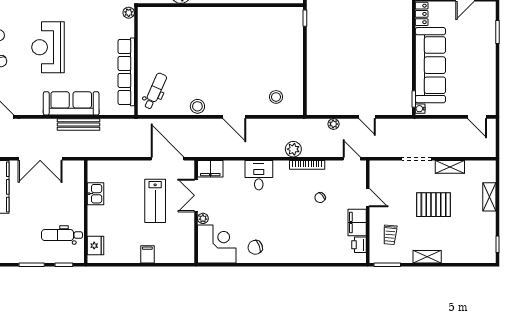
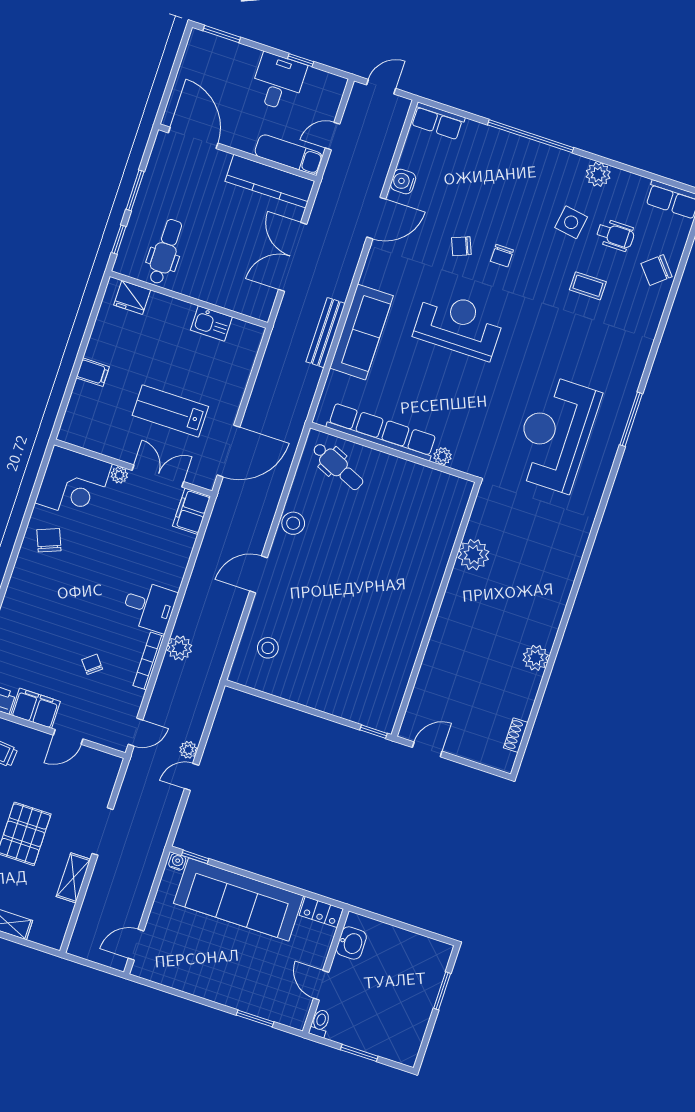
plant: (129, 13) -> (442, 456), moved
plant: (334, 124) -> (188, 750), moved
desk: (259, 175) -> (149, 606), moved

